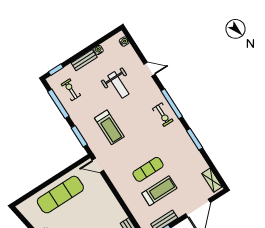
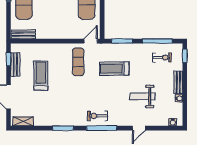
exercise mat: (148, 169) -> (78, 62), moved
treadmill: (159, 191) -> (41, 76), turned 180

